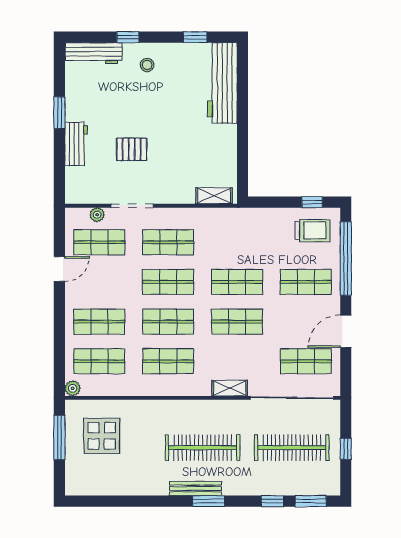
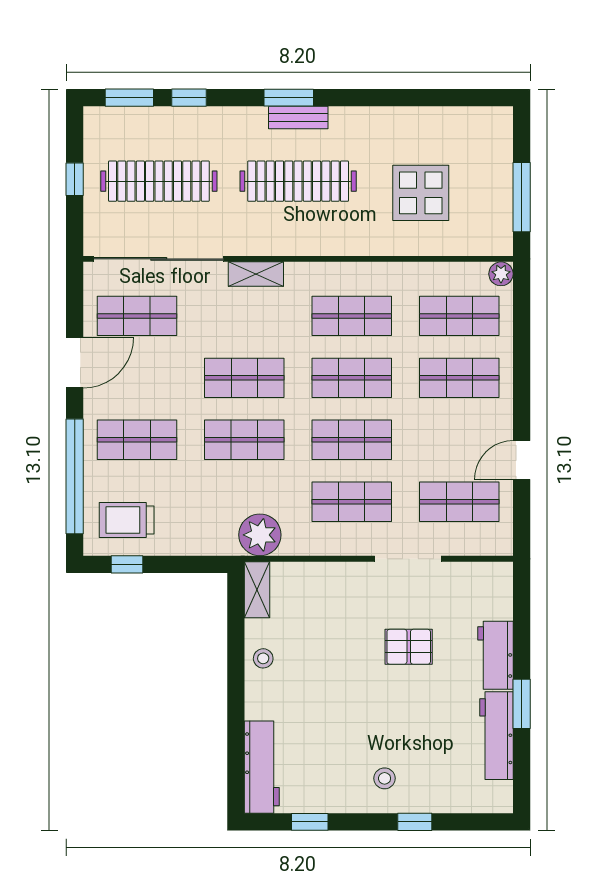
workbench: (94, 53) -> (496, 736), moved, turned -90
workbench: (222, 83) -> (262, 767), width x0.73, depth x0.76
stool: (225, 142) -> (263, 658), added
shelving: (214, 196) -> (257, 590), moved, turned 90
plant: (97, 215) -> (260, 535), moved, width x1.88, depth x1.88
display table: (102, 436) -> (421, 193), moved
bench: (196, 488) -> (298, 117), width x0.73

